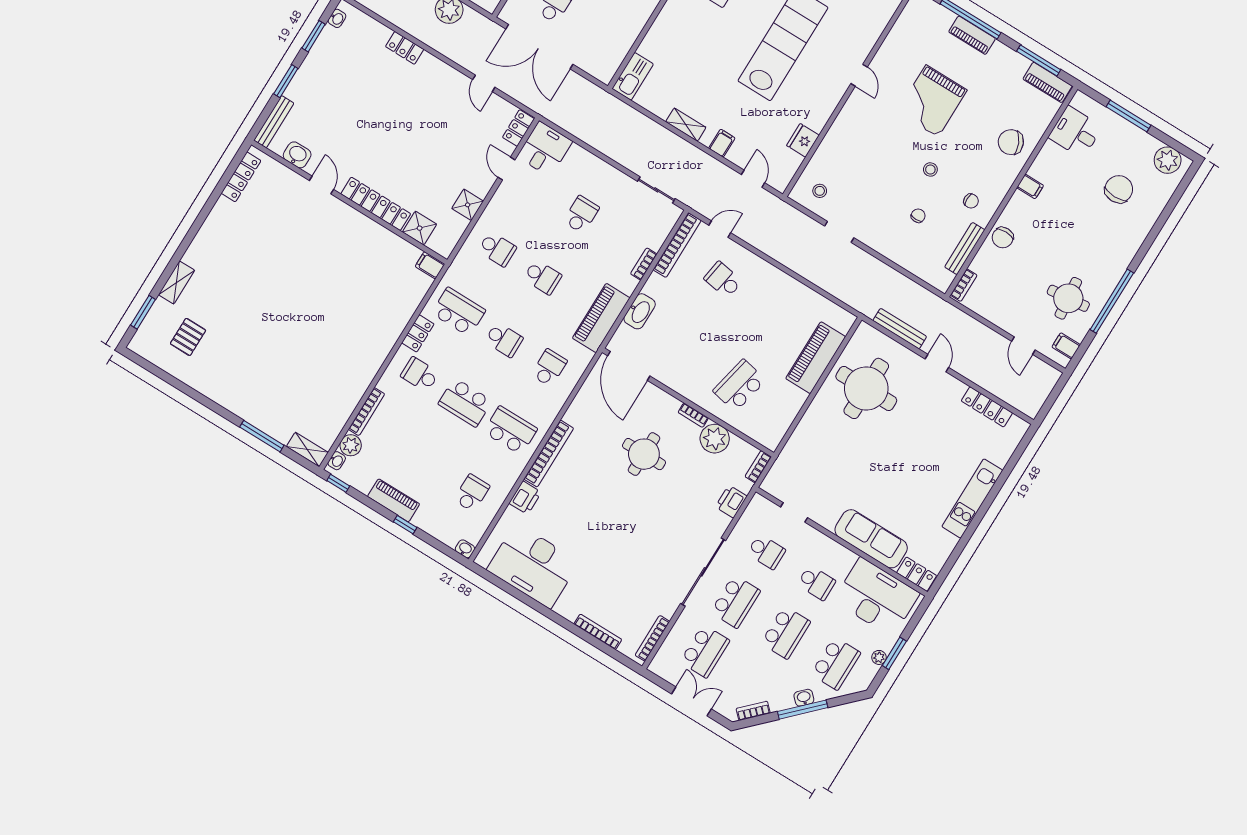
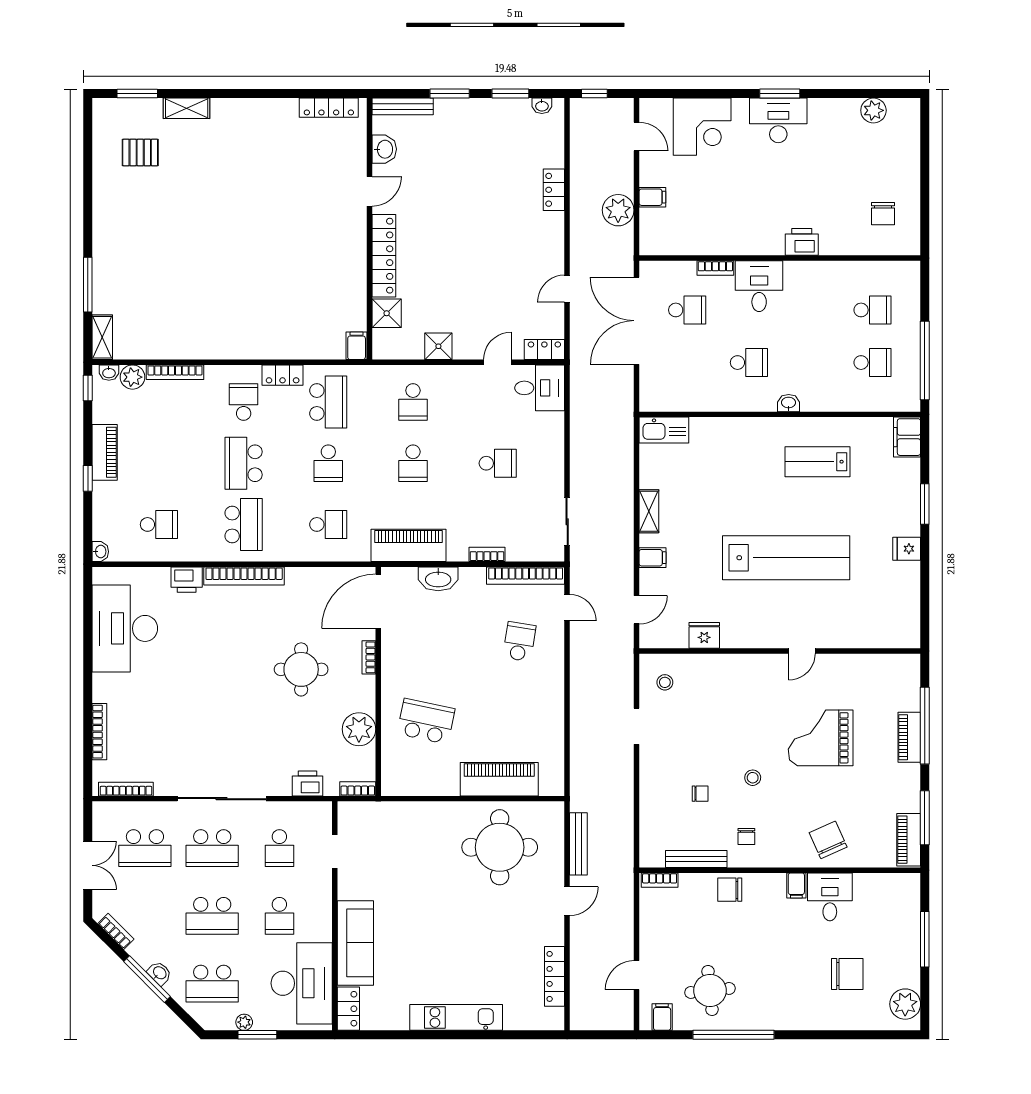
desk: (1075, 132) -> (830, 897), moved
bookcase: (693, 415) -> (369, 657), moved

